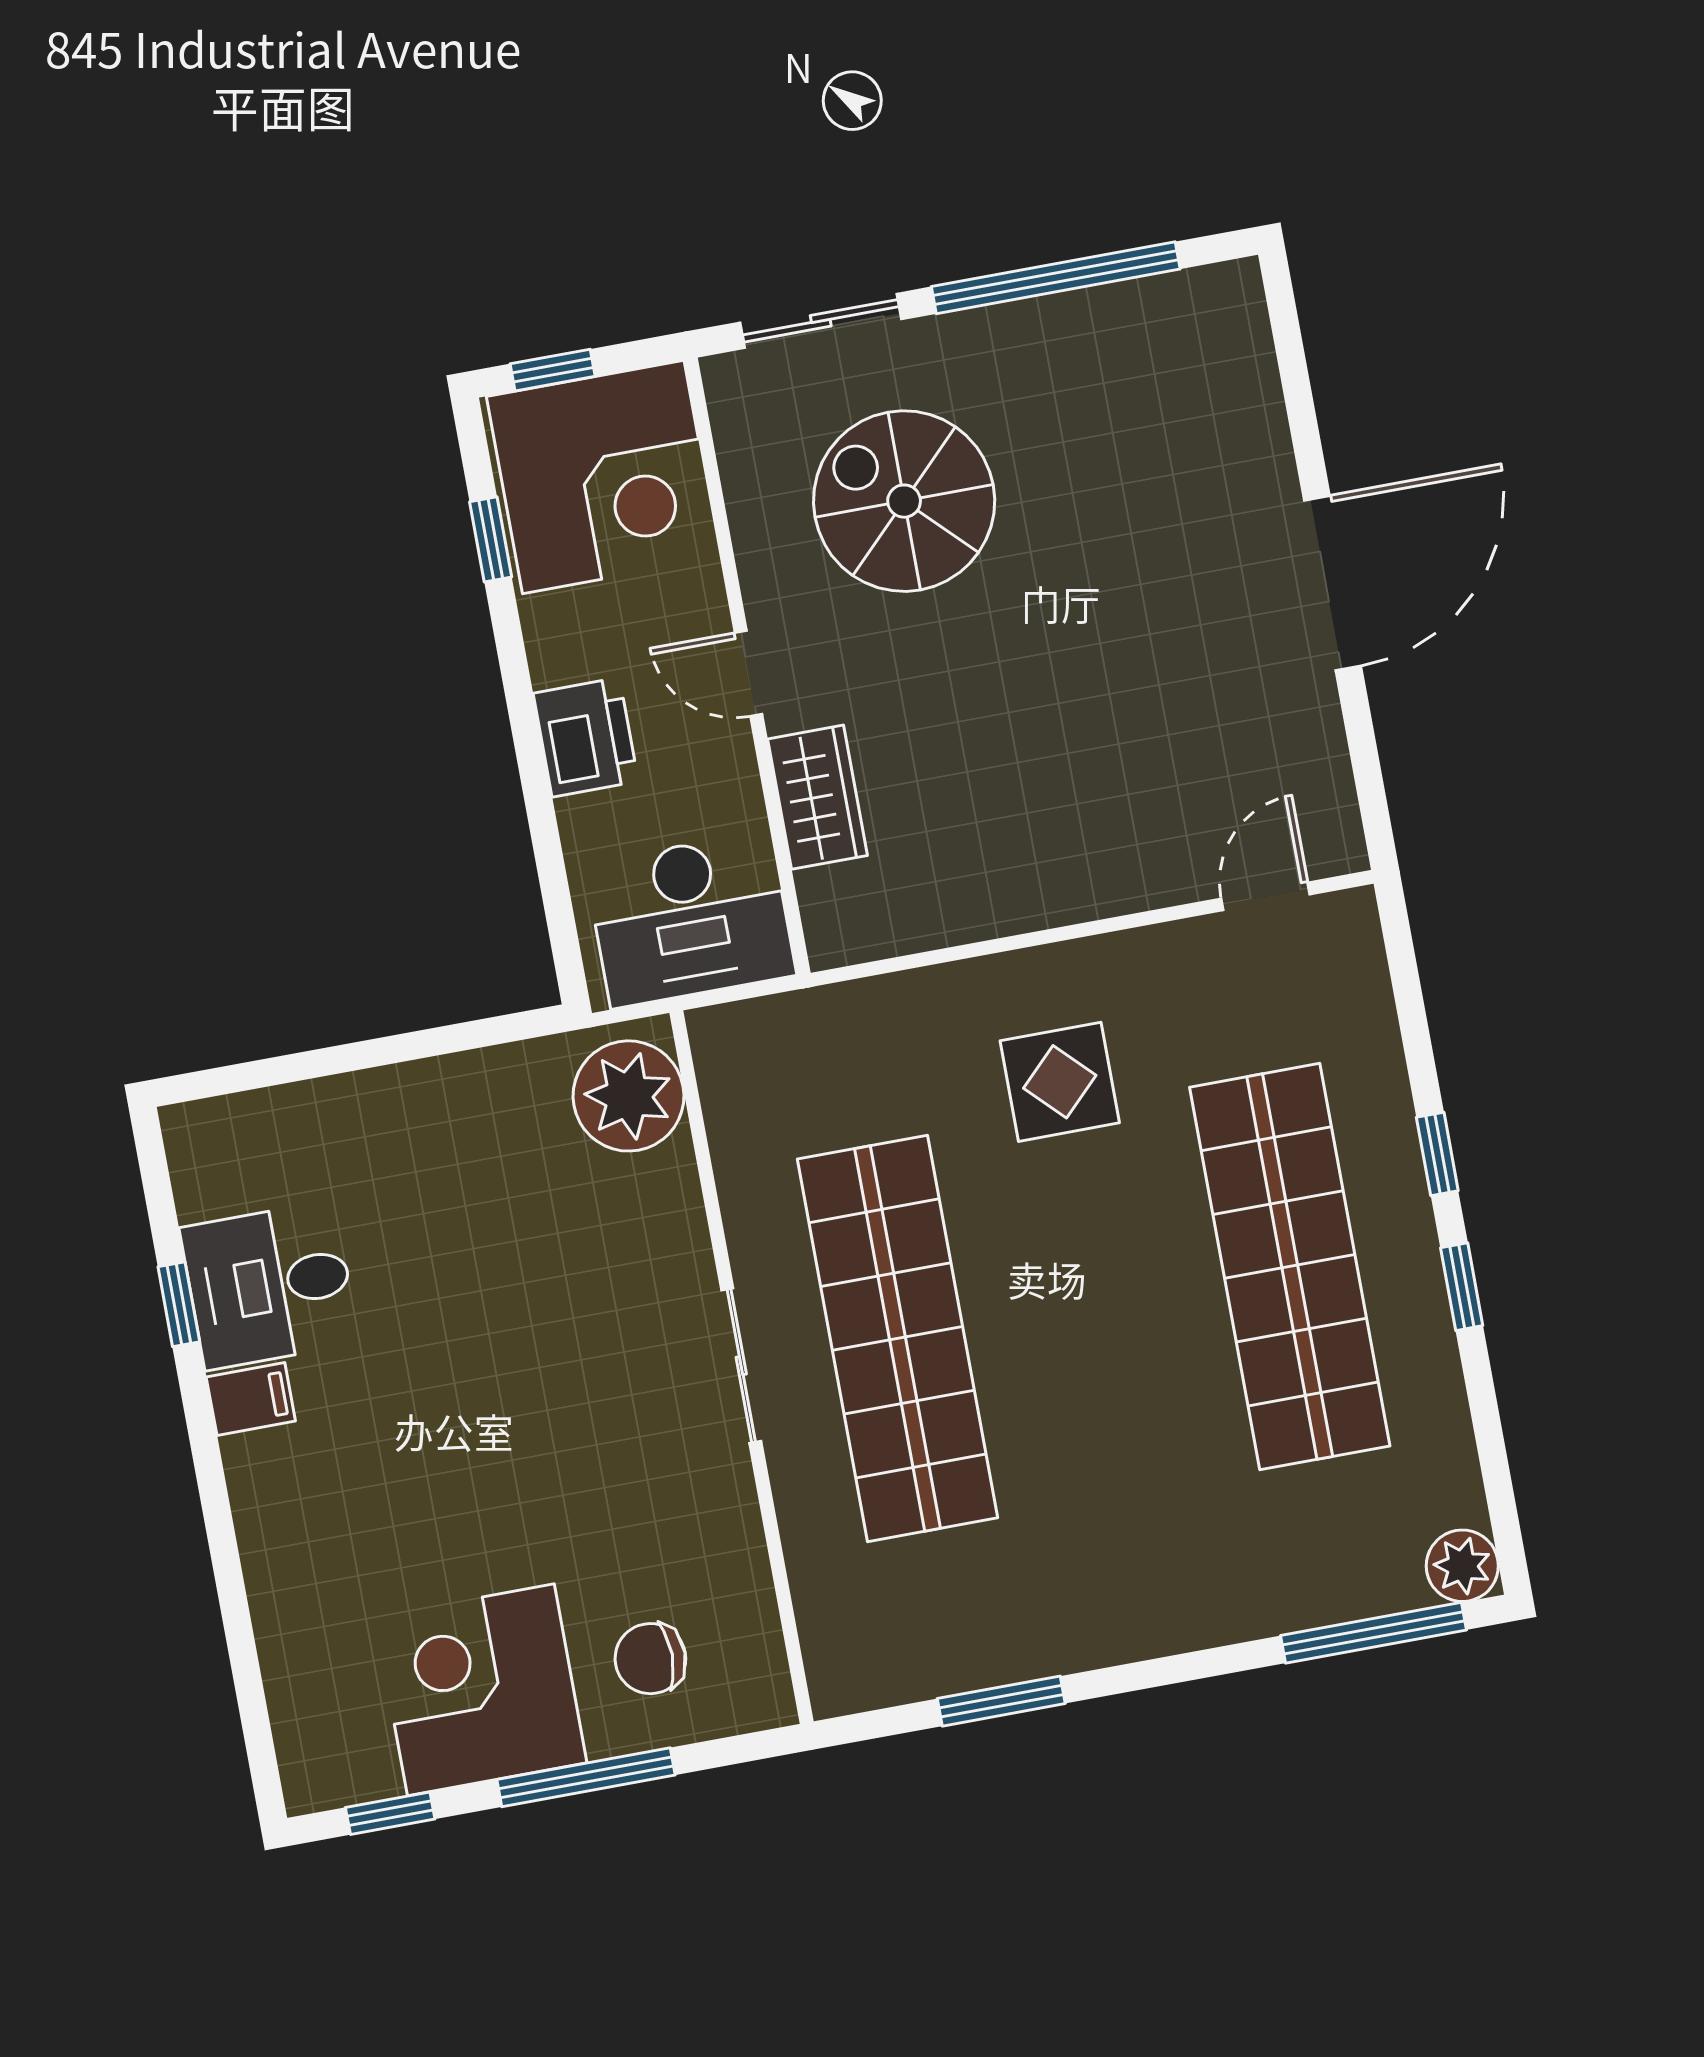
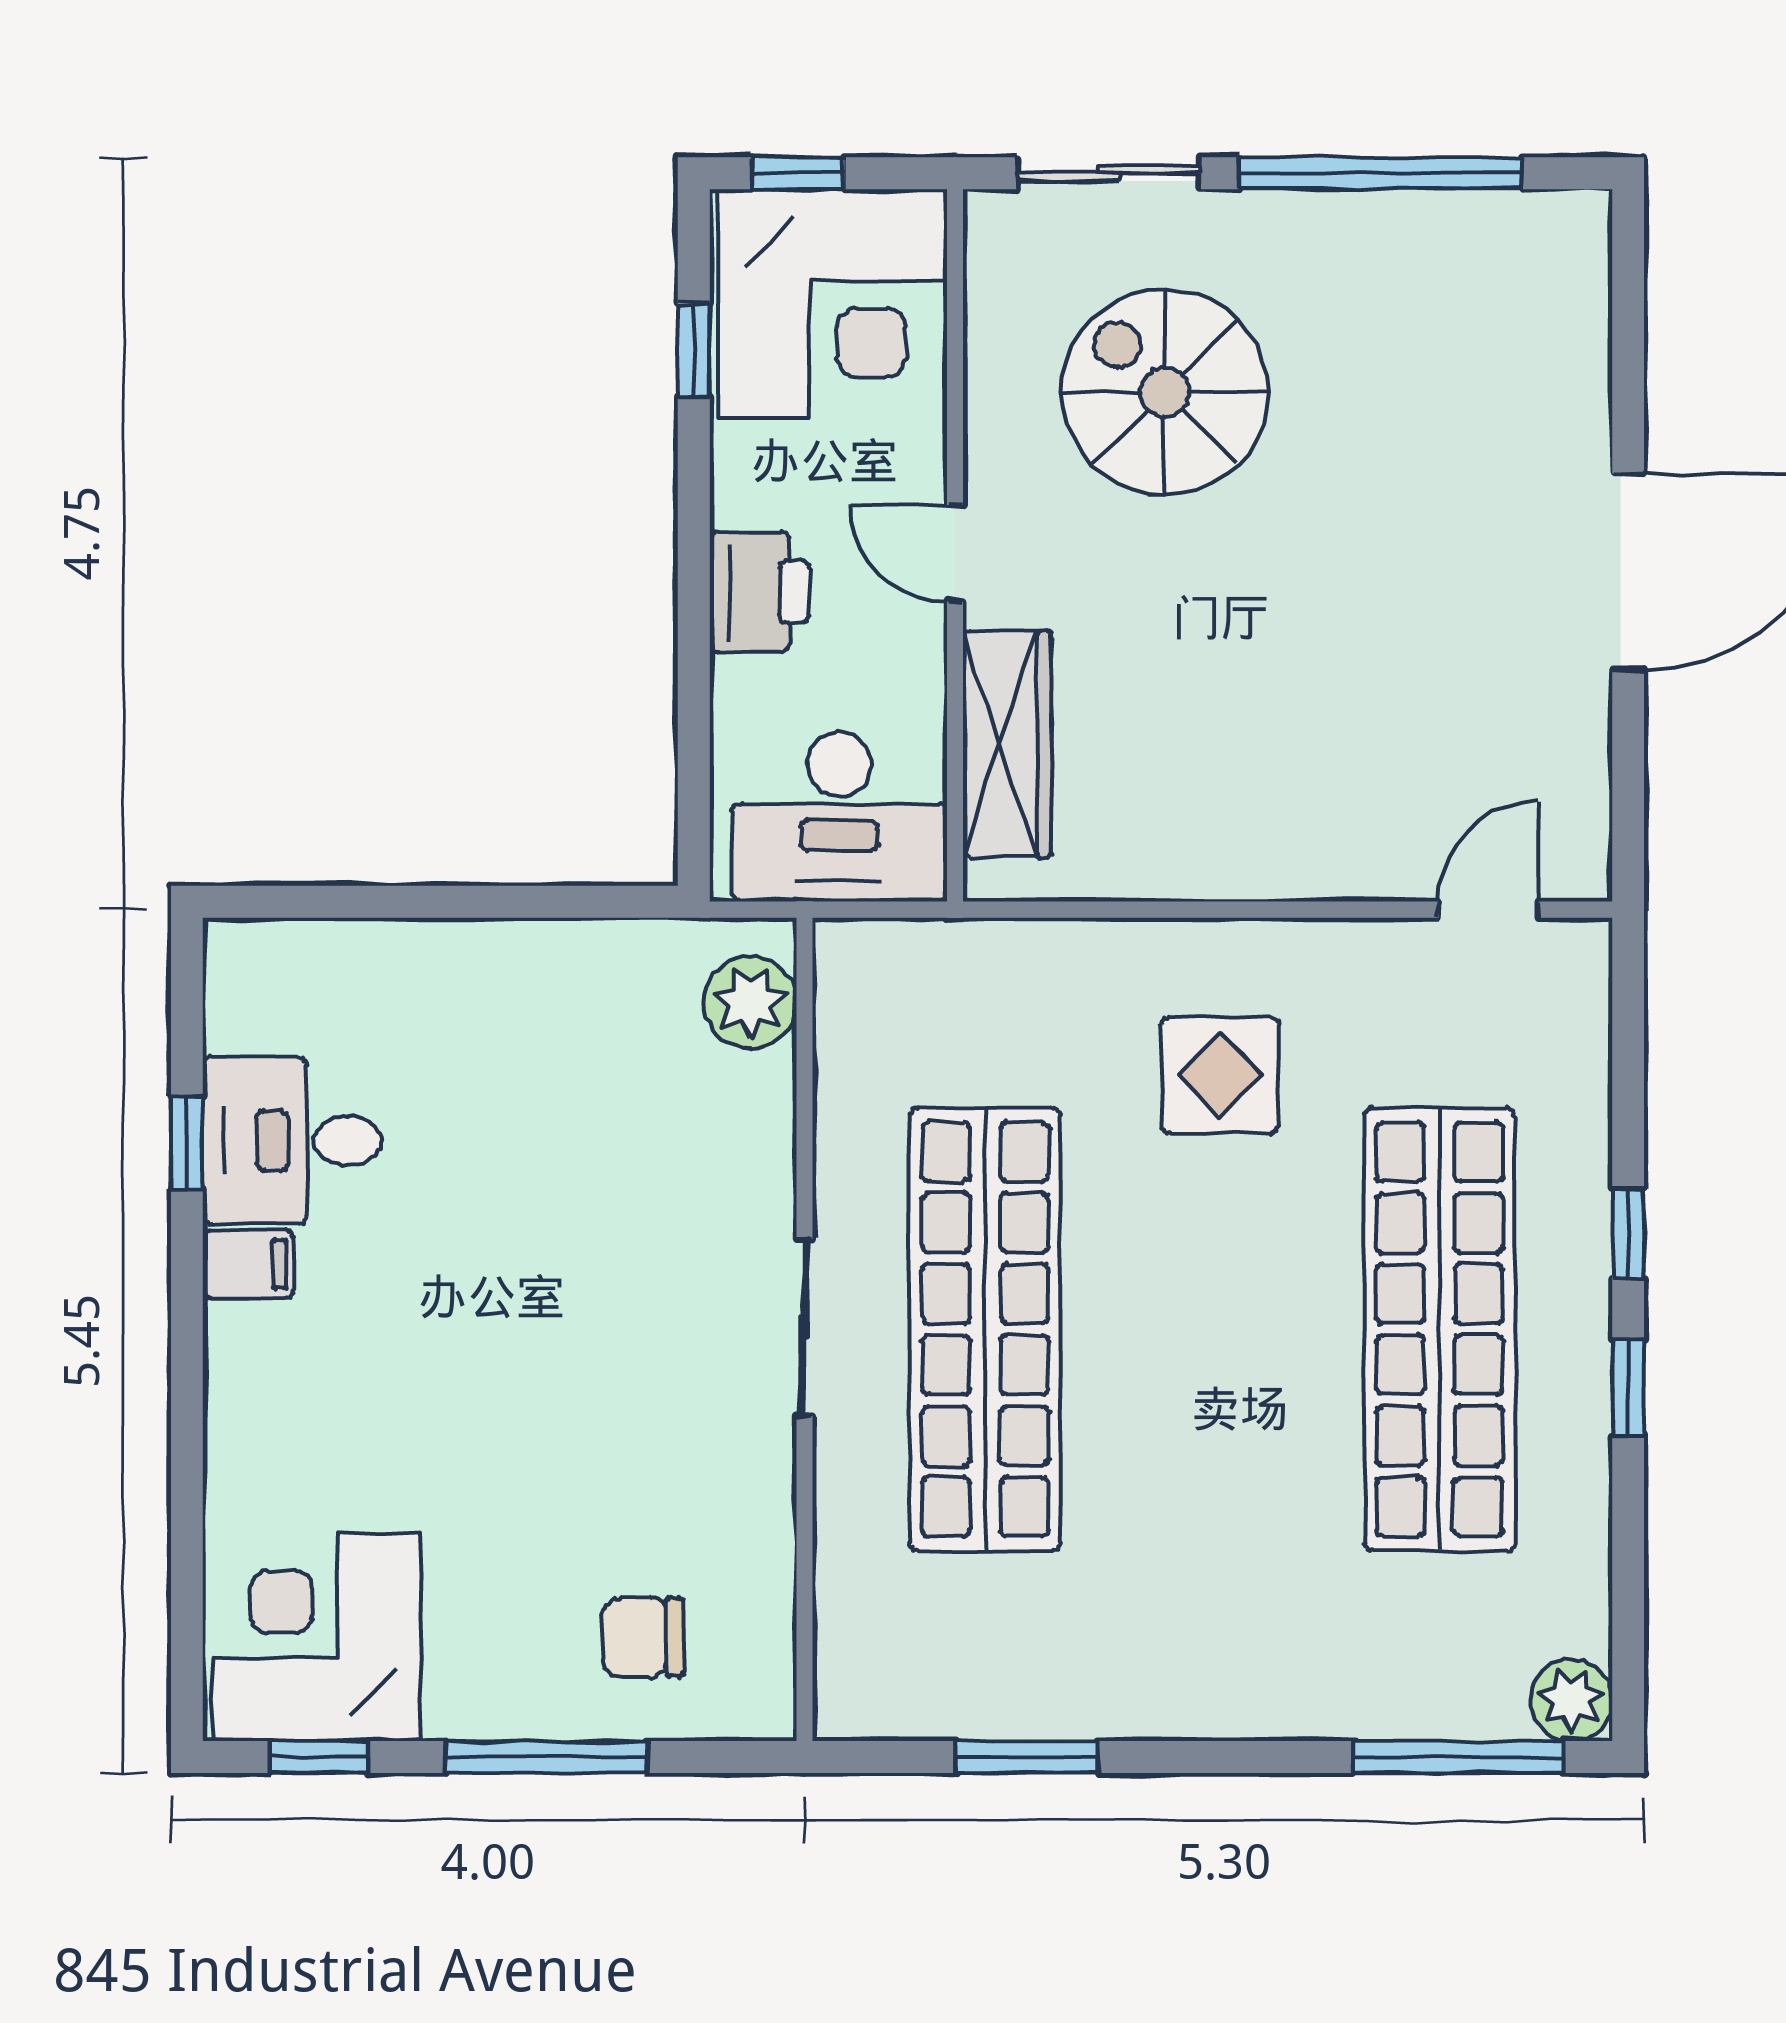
wardrobe: (817, 797) -> (1007, 744), width x1.50
plant: (629, 1096) -> (750, 1002), width x0.73, depth x0.73
corner desk: (481, 1690) -> (317, 1637), moved

